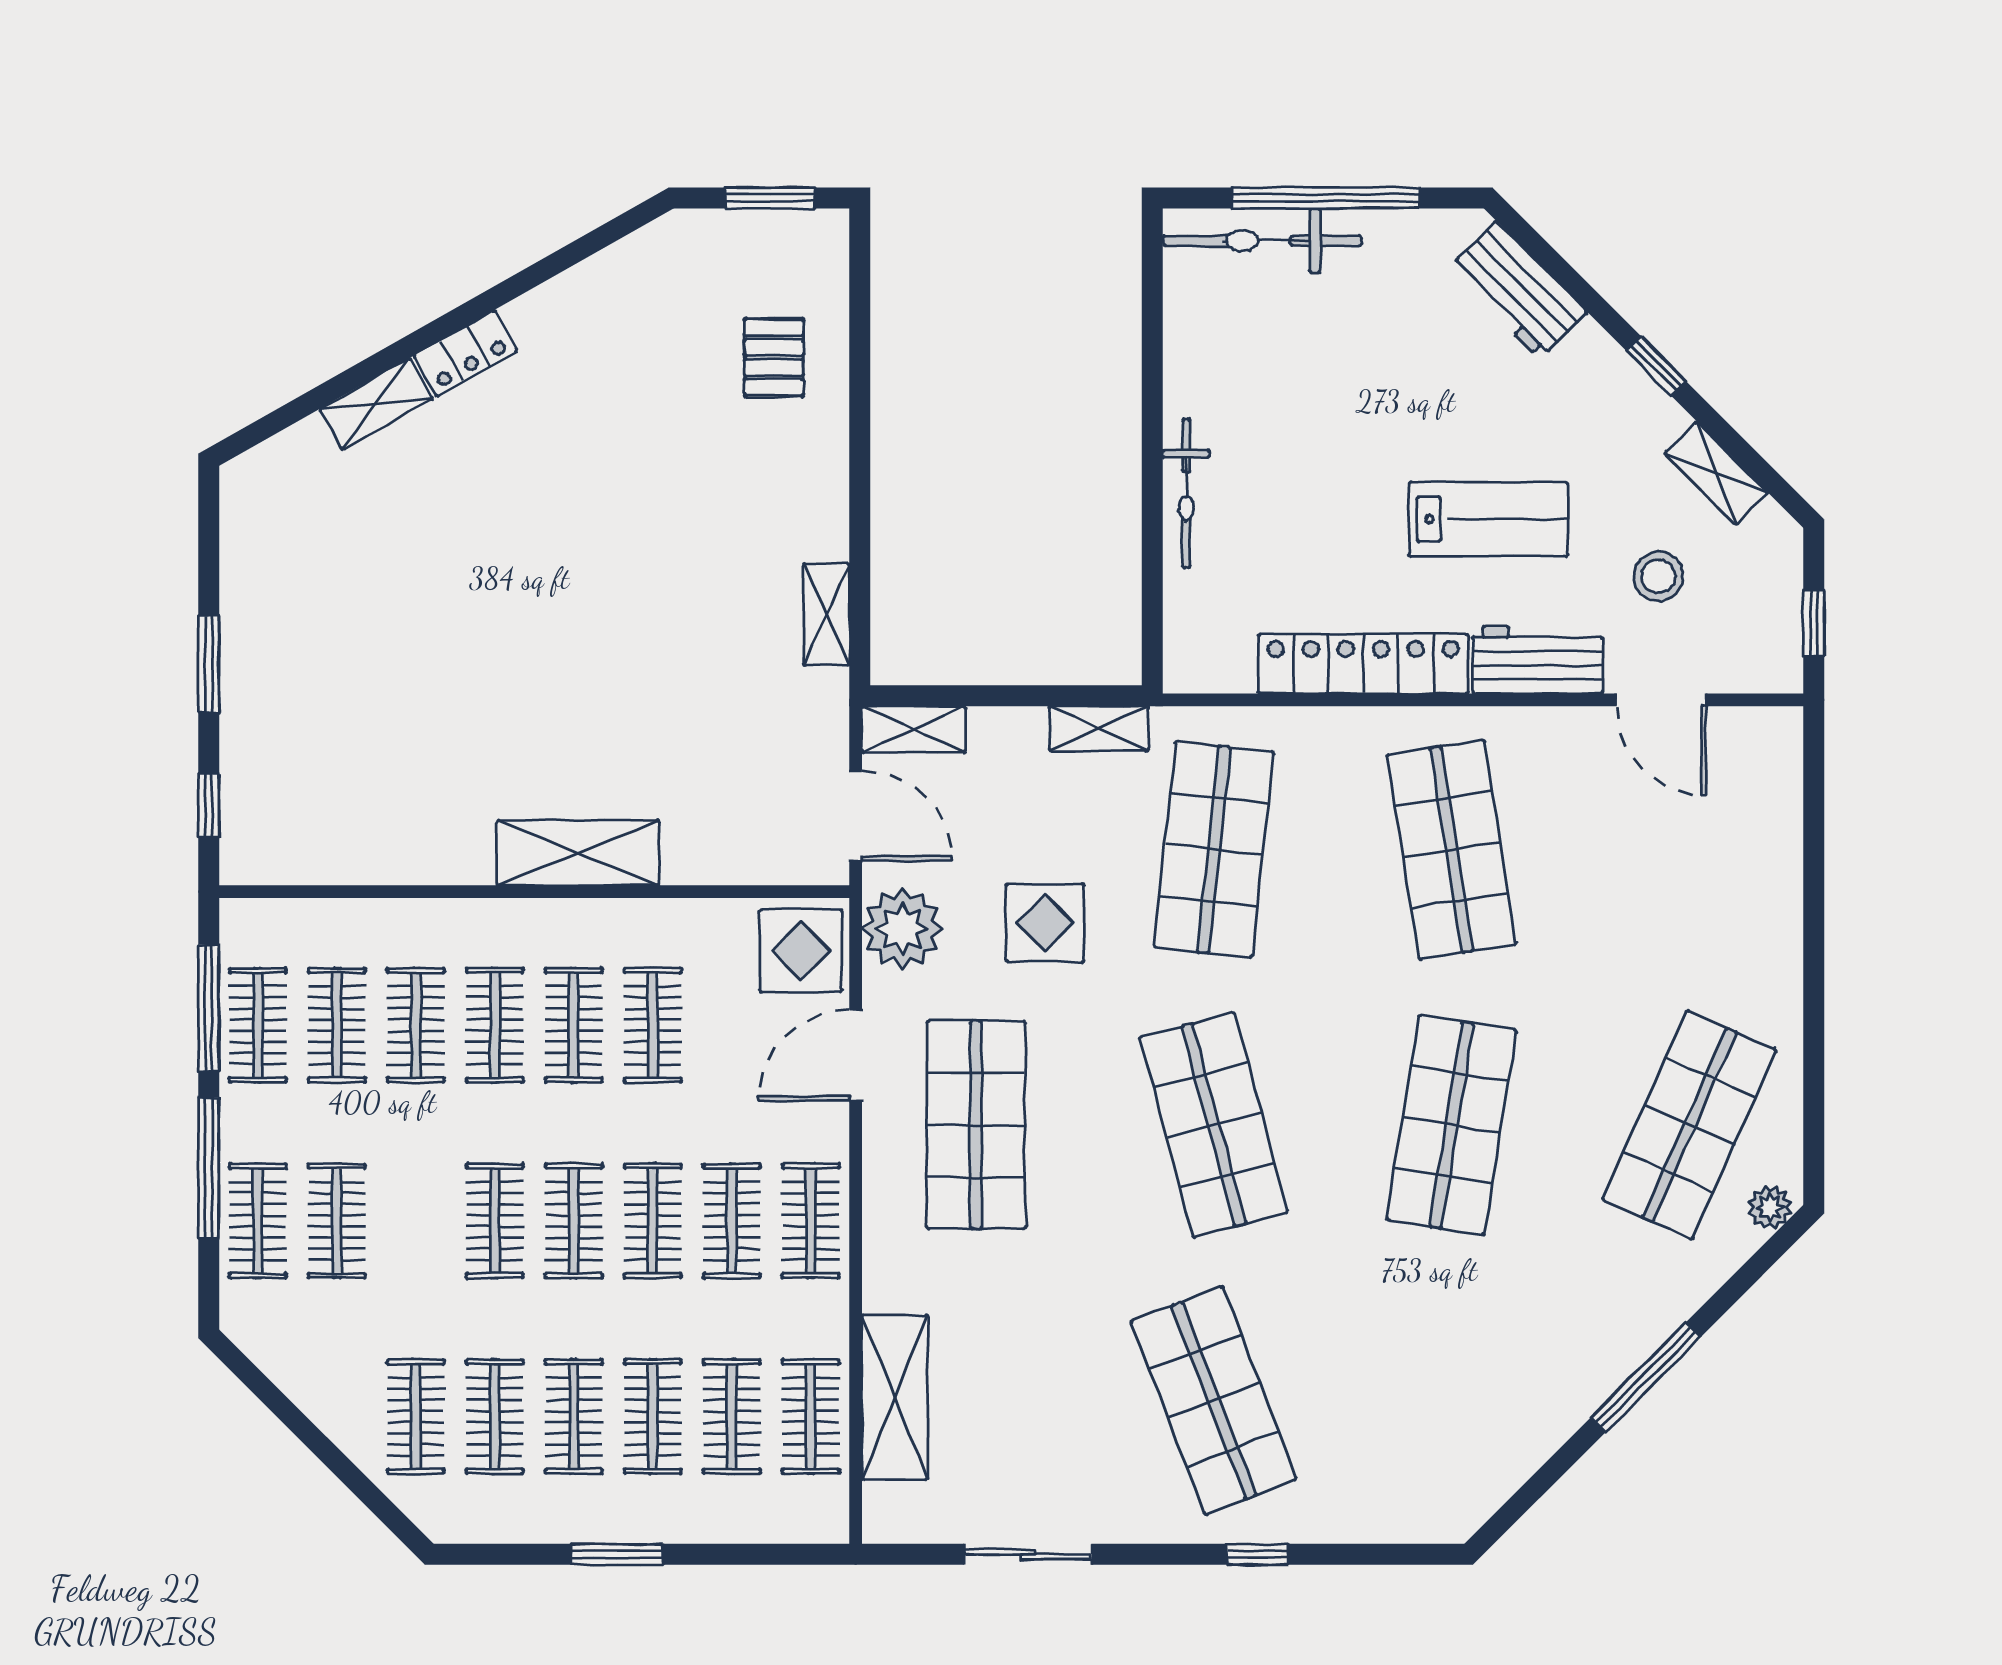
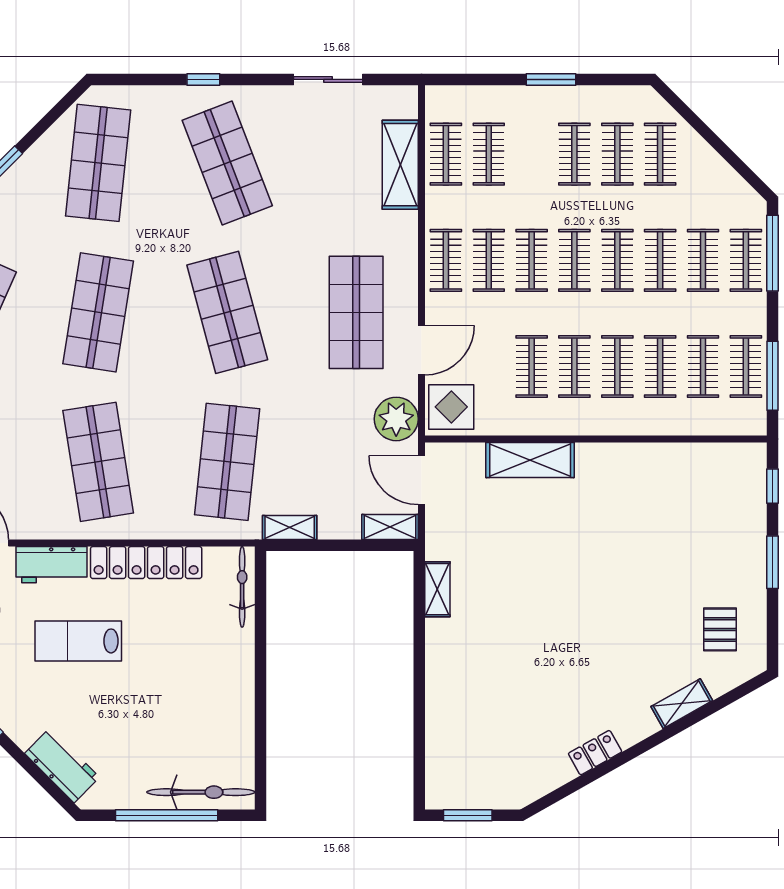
locker: (466, 353) -> (595, 753), moved
pallet: (774, 358) -> (720, 629), moved
bicycle: (1186, 493) -> (242, 587), moved
shelving: (578, 853) -> (530, 460), moved
display table: (1045, 923) -> (319, 422), removed
window: (209, 1168) -> (773, 253), moved
shop shelf: (1452, 1400) -> (98, 163), added
clothes rail: (653, 1417) -> (660, 260), moved

